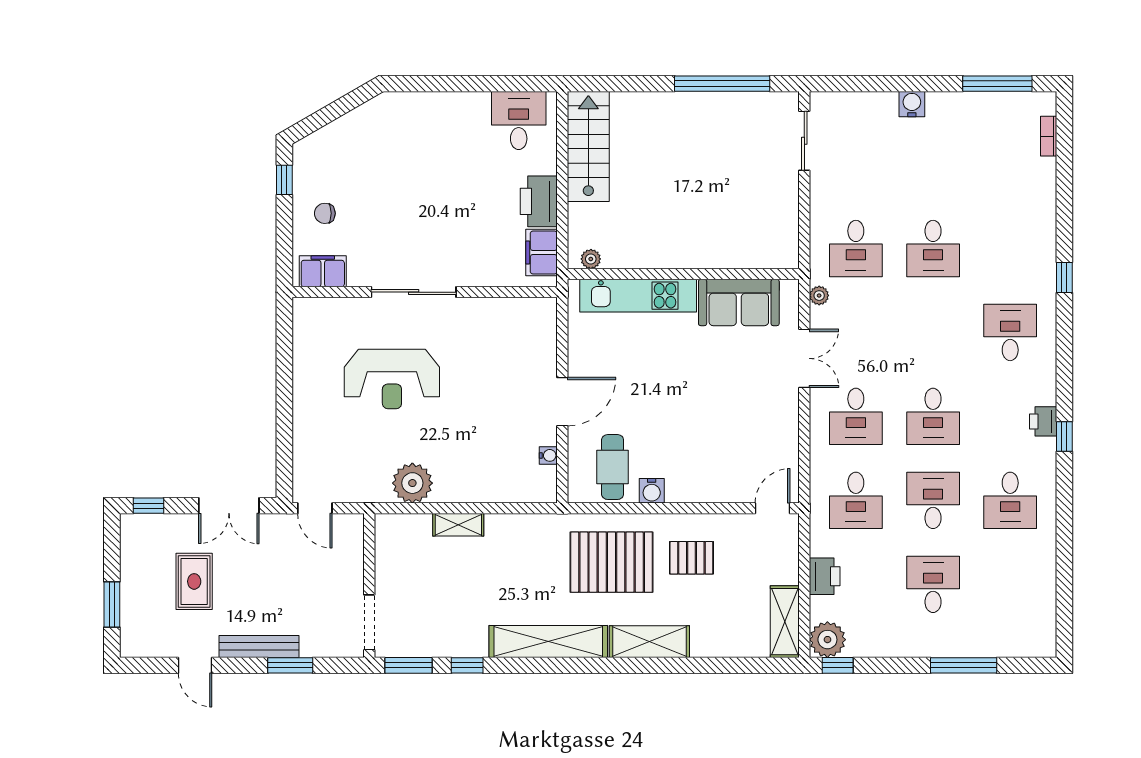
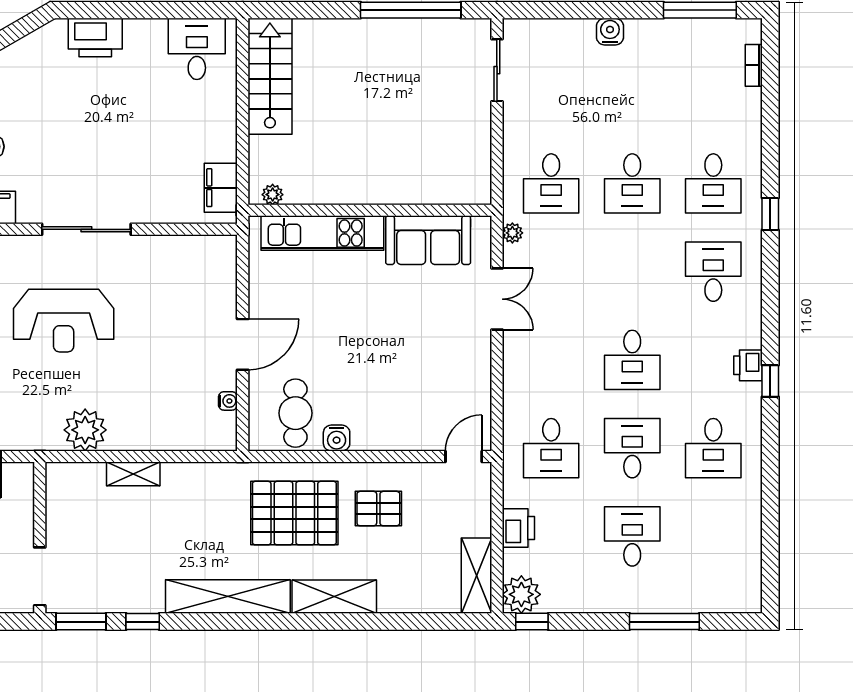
printer: (539, 201) -> (95, 38), moved, turned -90
desk: (856, 416) -> (713, 183), moved

